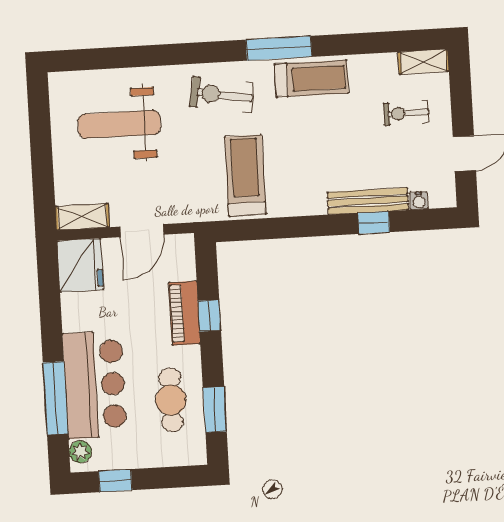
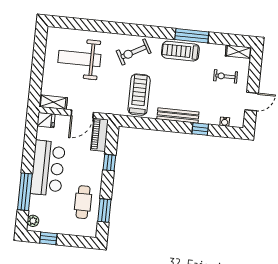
window: (279, 48) -> (192, 36), moved
treadmill: (312, 79) -> (180, 51), turned 180
exercise bike: (222, 95) -> (134, 52), turned -39
bench: (368, 201) -> (178, 115), moved
fridge: (80, 265) -> (46, 120), width x0.53, depth x0.75
piano: (185, 313) -> (100, 135), moved
bar counter: (95, 385) -> (48, 168), moved

